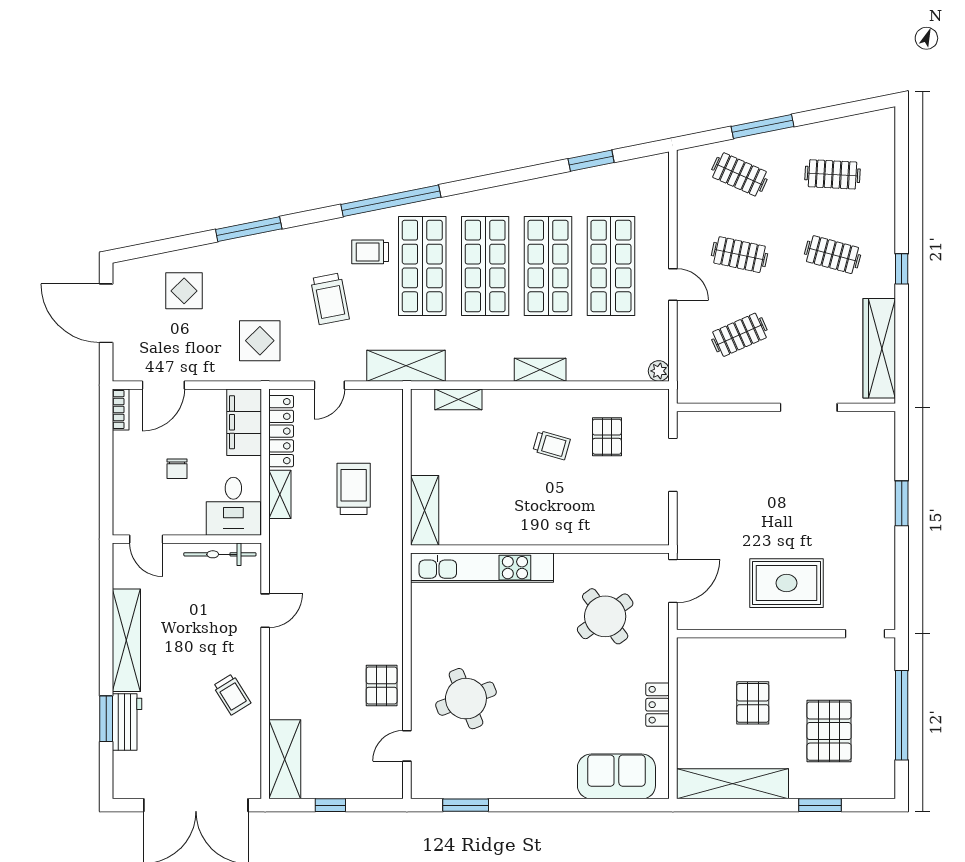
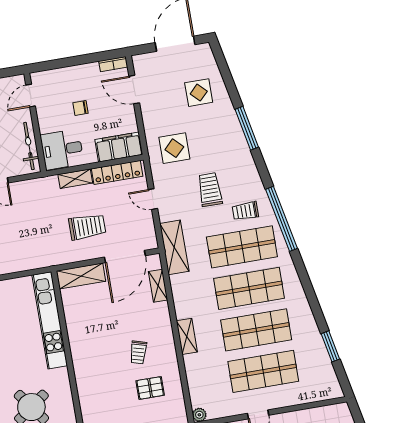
trolley: (370, 252) -> (245, 211), turned -90
trolley: (330, 299) -> (210, 190), turned 101
door: (407, 441) -> (125, 256), added

